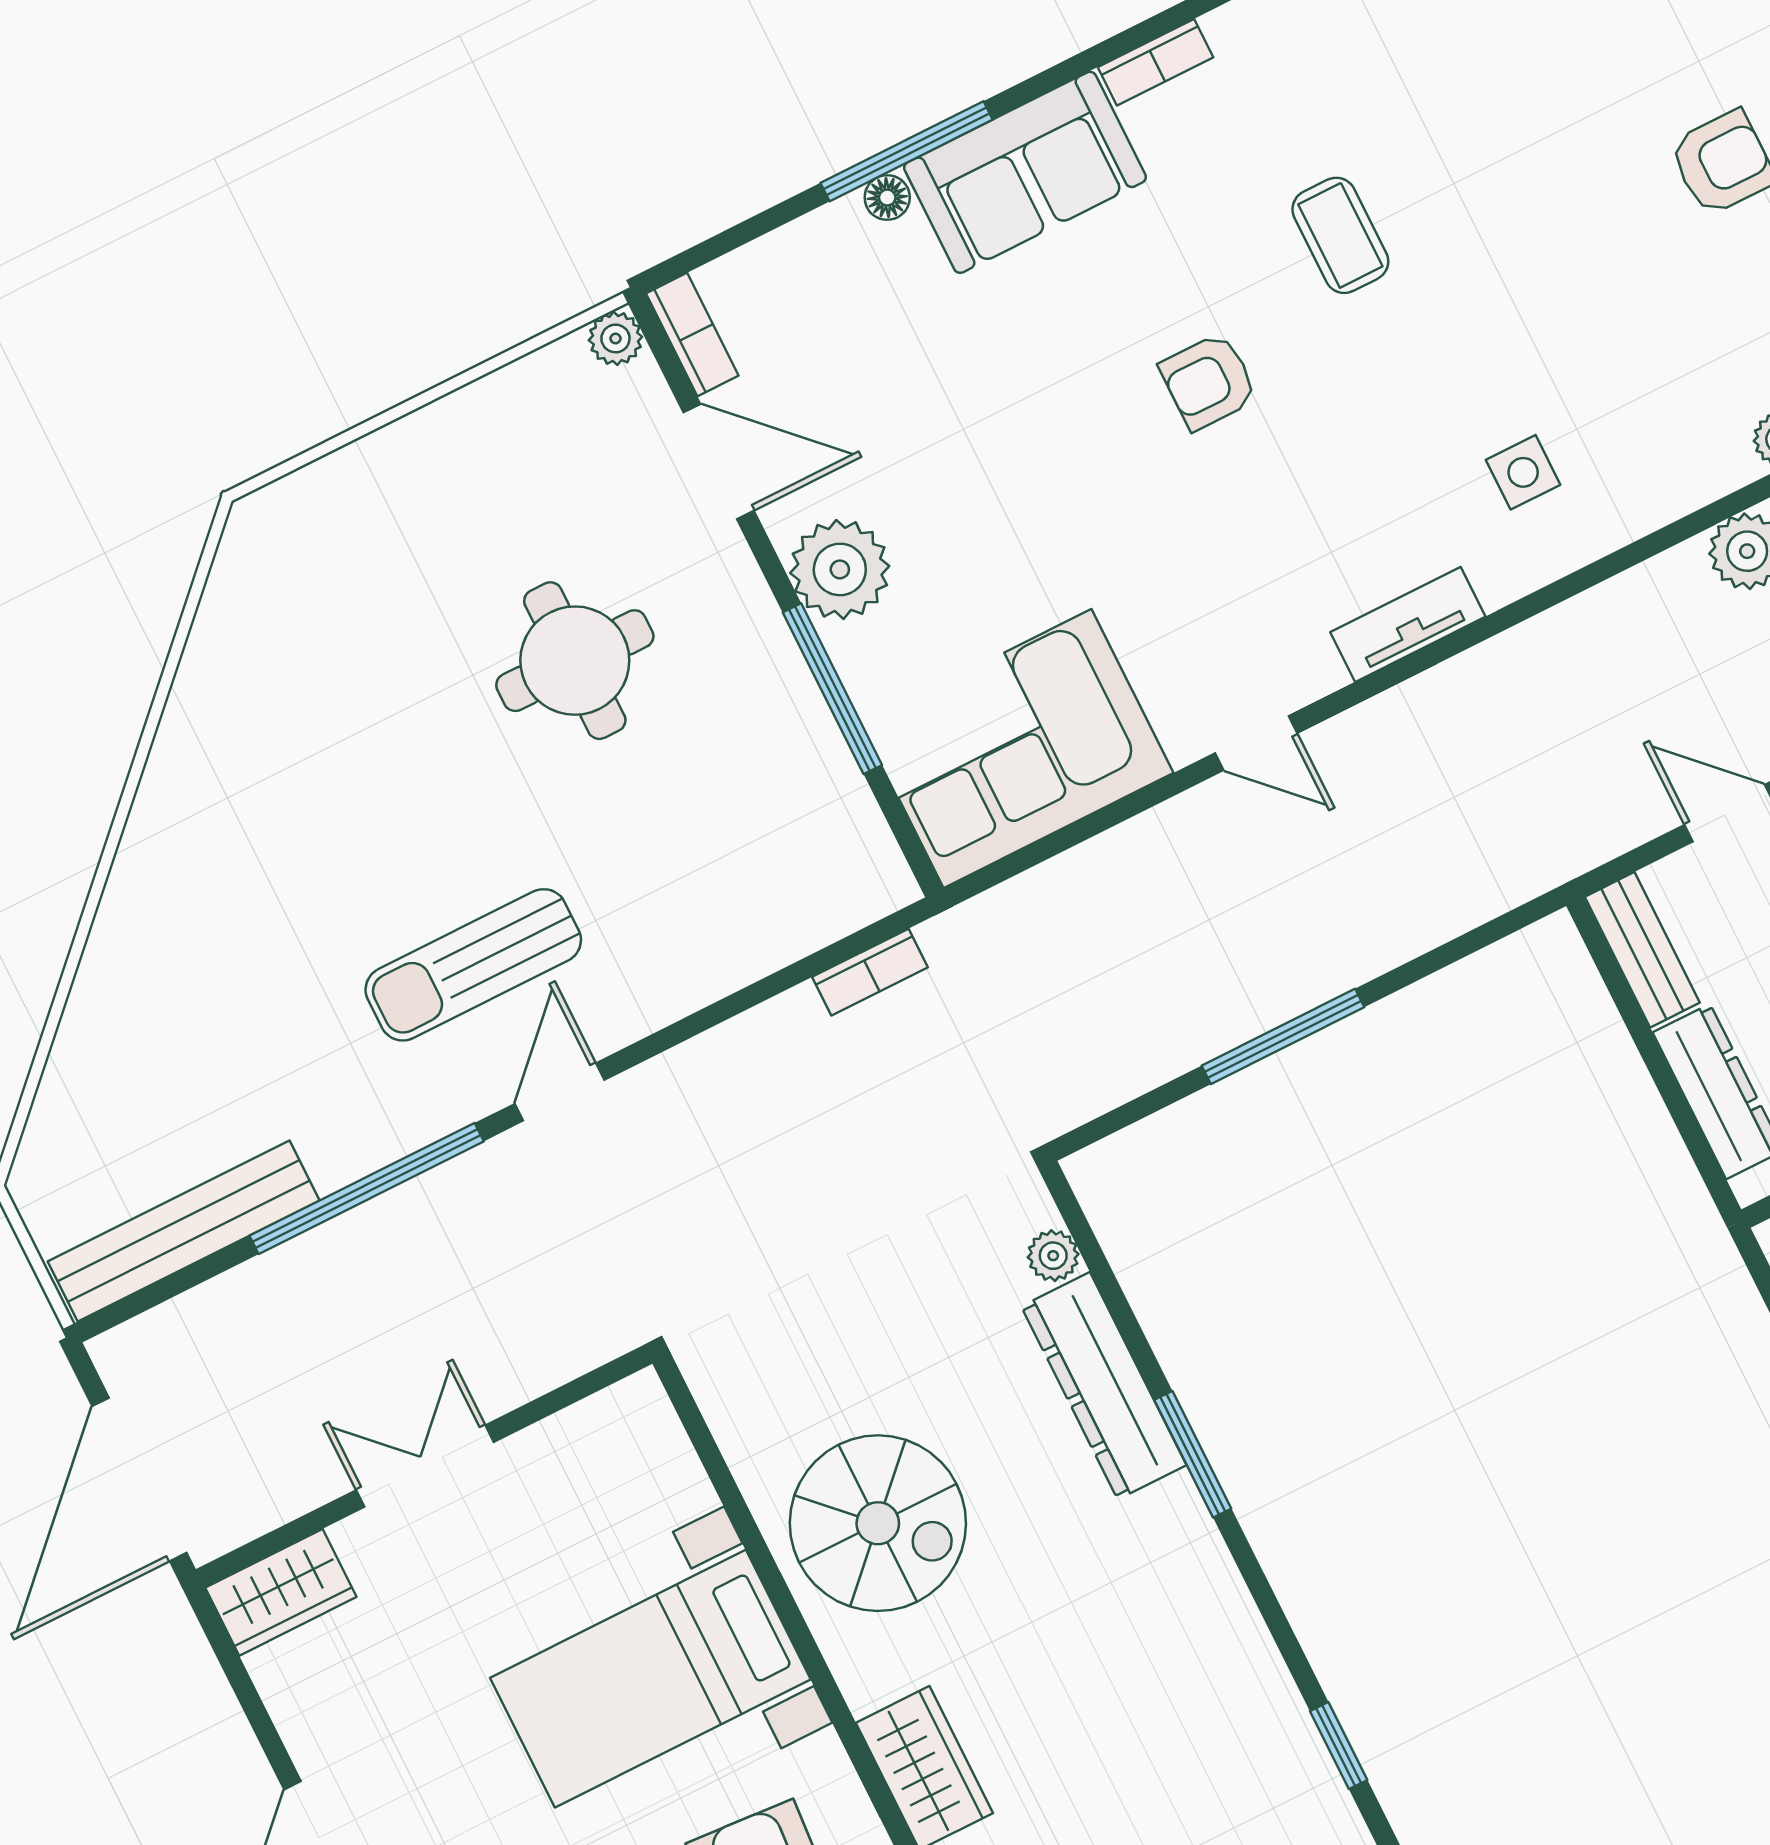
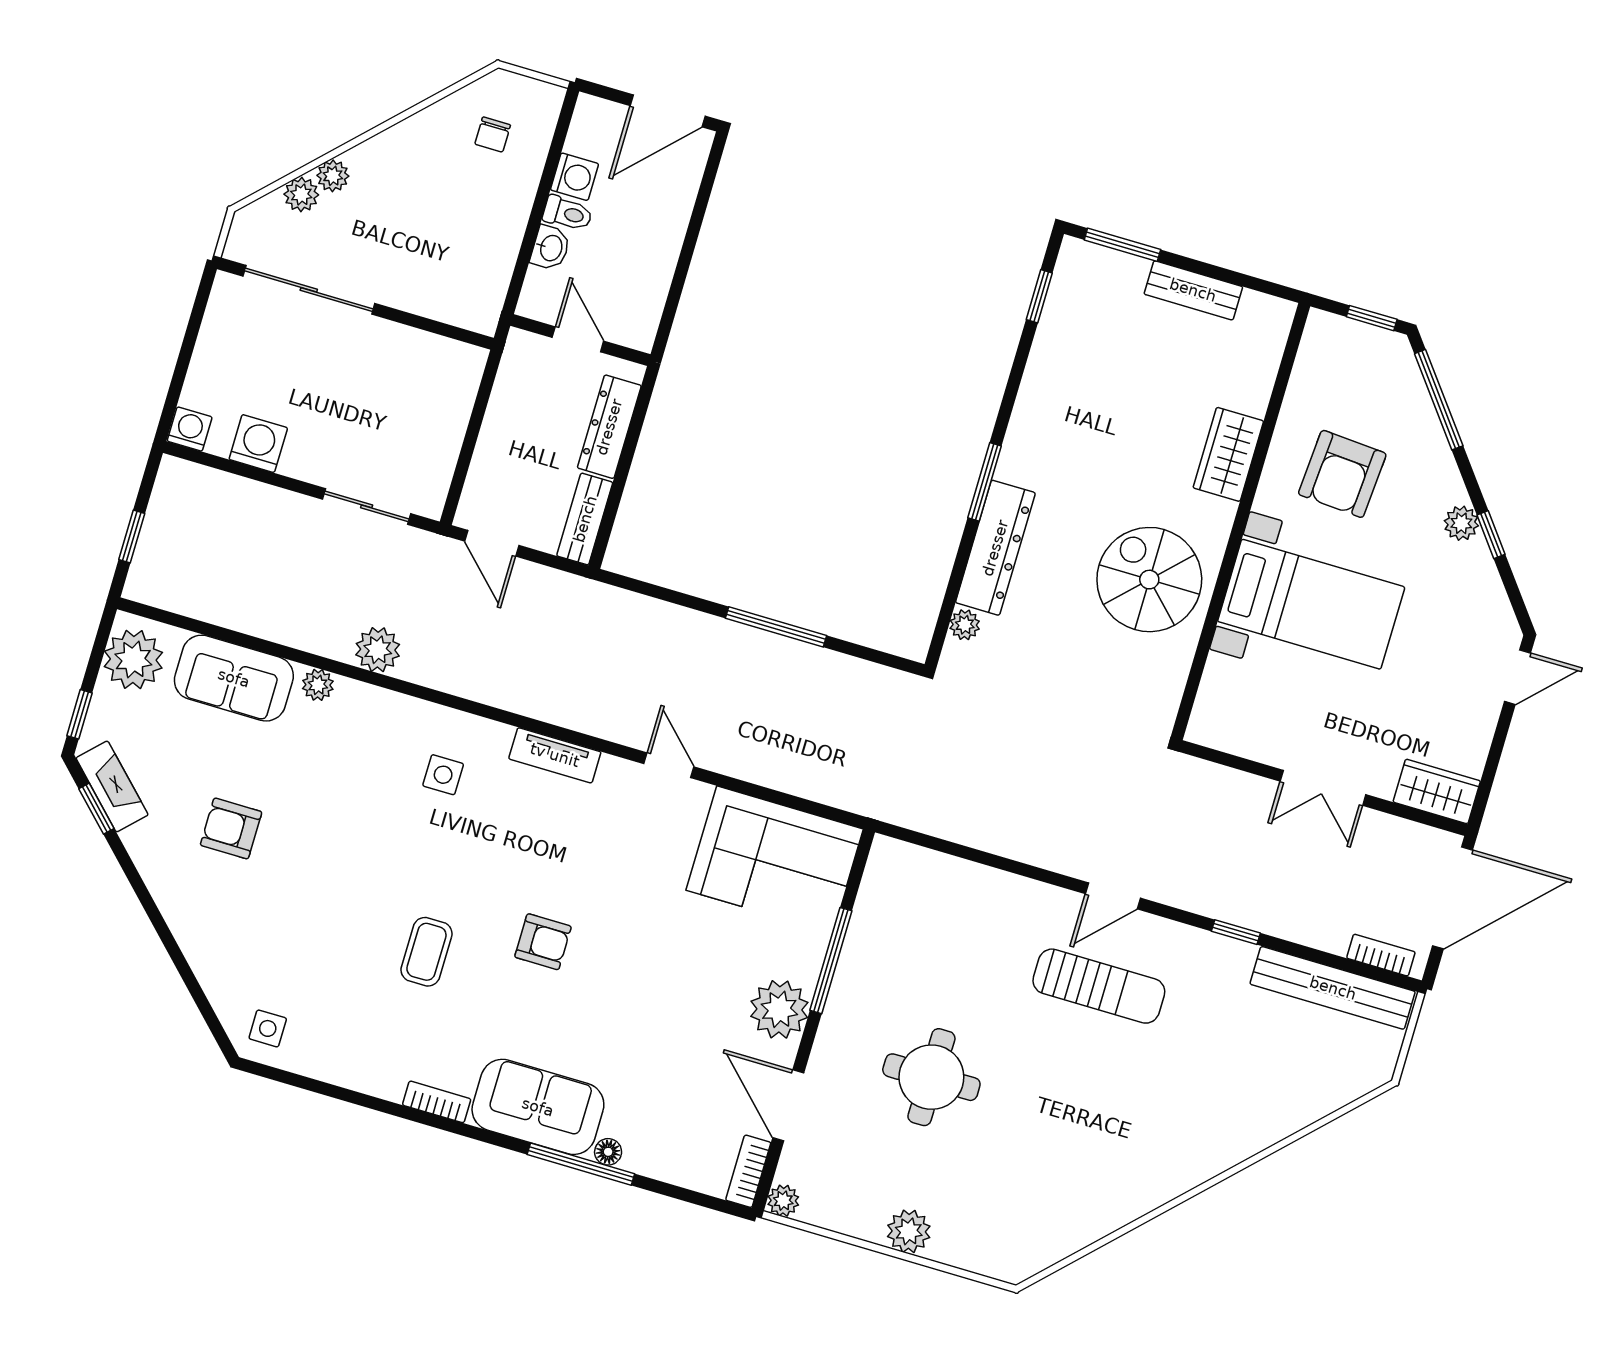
plant: (426, 445) -> (909, 1231), added
bookcase: (870, 972) -> (1381, 955), moved
window: (367, 1189) -> (1236, 932), width x0.32

